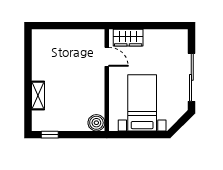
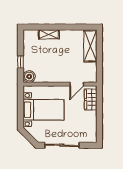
shelving: (54, 38) -> (90, 46), added
window: (50, 135) -> (21, 62), moved

